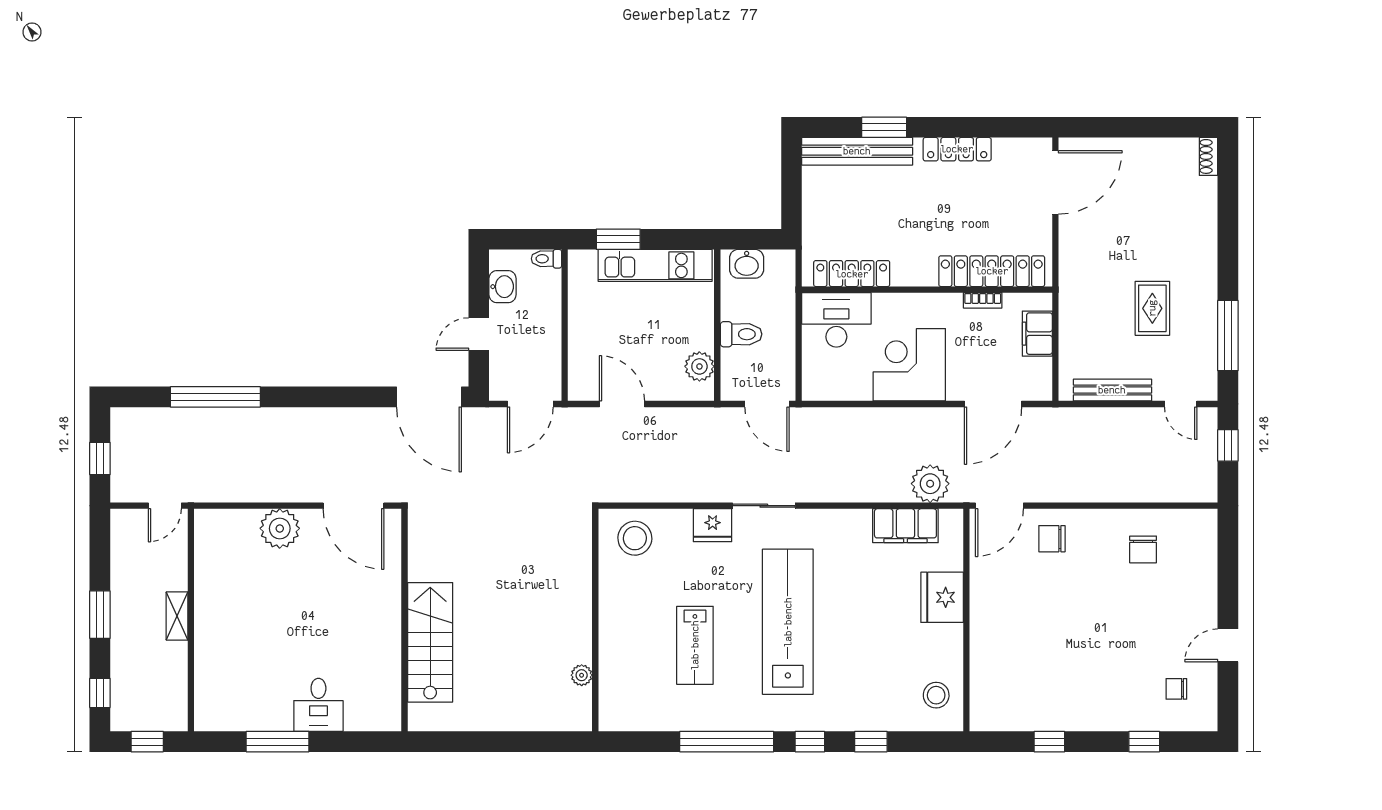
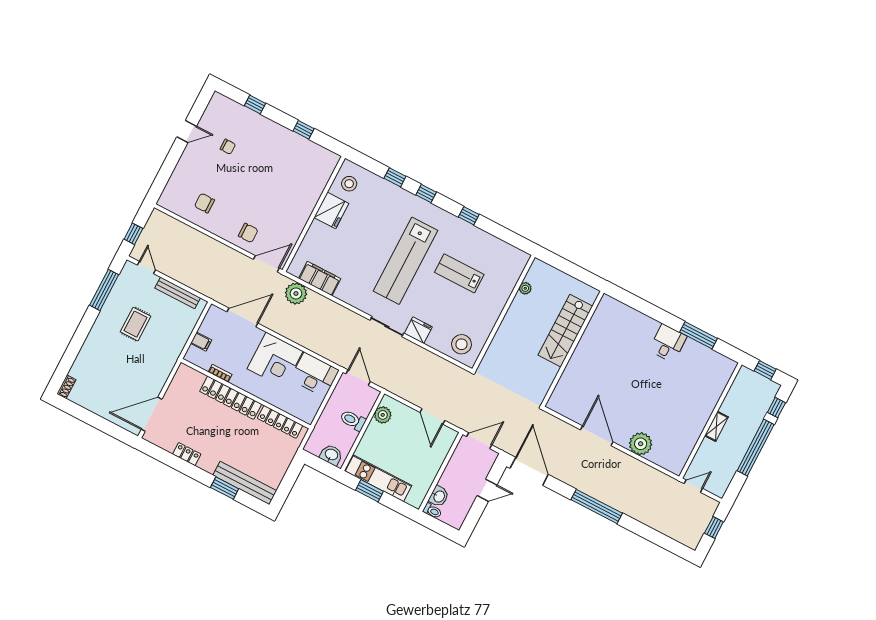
locker: (957, 149) -> (187, 454), width x0.66
window: (618, 239) -> (370, 491), moved
locker: (992, 271) -> (231, 398), moved
washbasin: (503, 287) -> (439, 496), moved, turned 180
desk: (836, 320) -> (315, 375), moved, turned 180
filing cabinet: (1037, 334) -> (201, 342), width x0.50
window: (215, 397) -> (597, 506), moved
chair: (1143, 549) -> (204, 203), turned -90
fridge: (942, 597) -> (331, 210), moved
window: (100, 615) -> (756, 448), width x2.11
wall: (405, 620) -> (573, 349), moved
stairs: (430, 642) -> (565, 331), moved
lab bench: (695, 645) -> (459, 273), turned -90
chair: (1176, 689) -> (228, 147), moved
window: (727, 742) -> (469, 216), width x0.32

